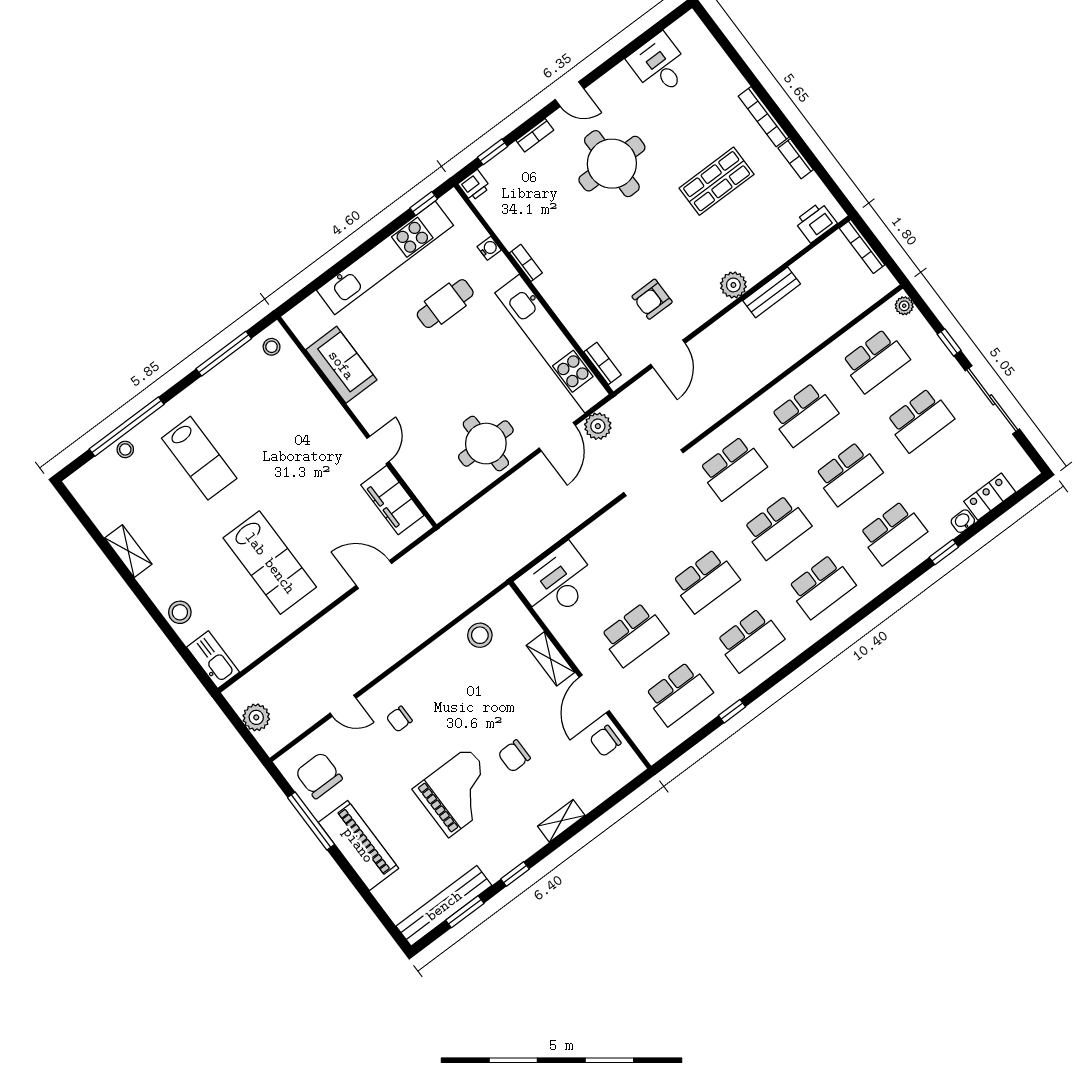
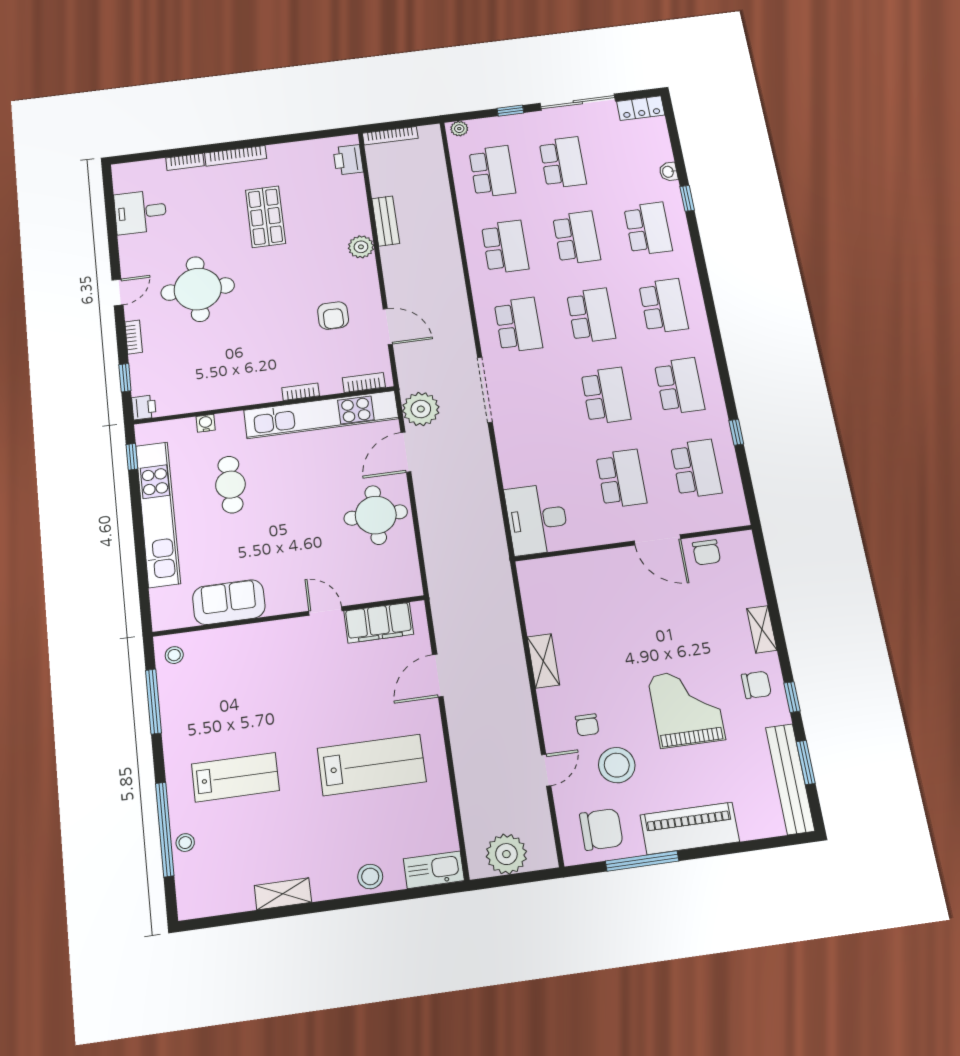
bookcase: (796, 159) -> (185, 162), moved
bookcase: (526, 263) -> (301, 392), moved
plant: (598, 426) -> (421, 409), width x1.36, depth x1.36
door: (557, 437) -> (406, 452), swing flipped
locker: (990, 497) -> (641, 108), moved, turned -90
stool: (480, 635) -> (617, 765), moved, width x1.38, depth x1.38
shelving: (551, 659) -> (543, 661), moved, turned 90
plant: (256, 717) -> (506, 854), width x1.36, depth x1.36
chair: (514, 756) -> (756, 685), moved, turned -90
chair: (319, 775) -> (601, 829), turned 180

